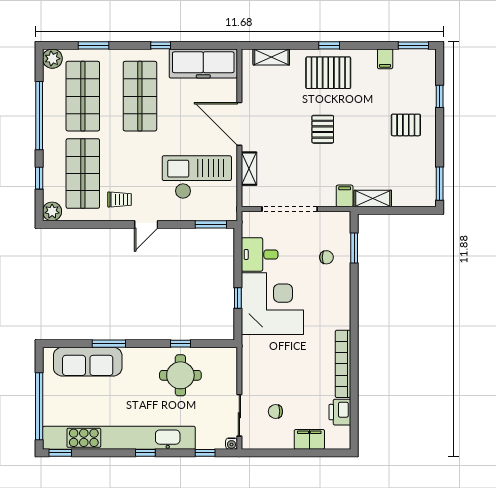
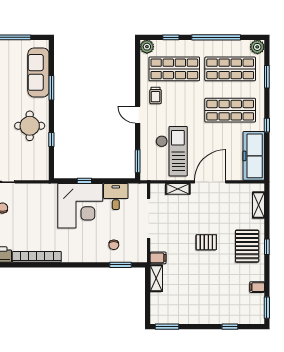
pallet: (406, 125) -> (209, 302), removed
round table: (180, 375) -> (30, 126), moved

